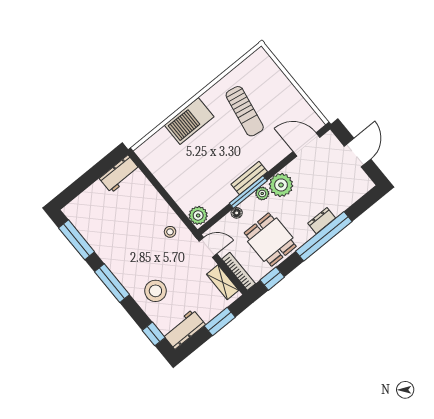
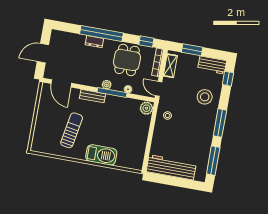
workbench: (120, 174) -> (171, 167), width x1.88, depth x1.32
bench: (249, 178) -> (93, 96), moved
plant: (281, 185) -> (94, 79), removed

